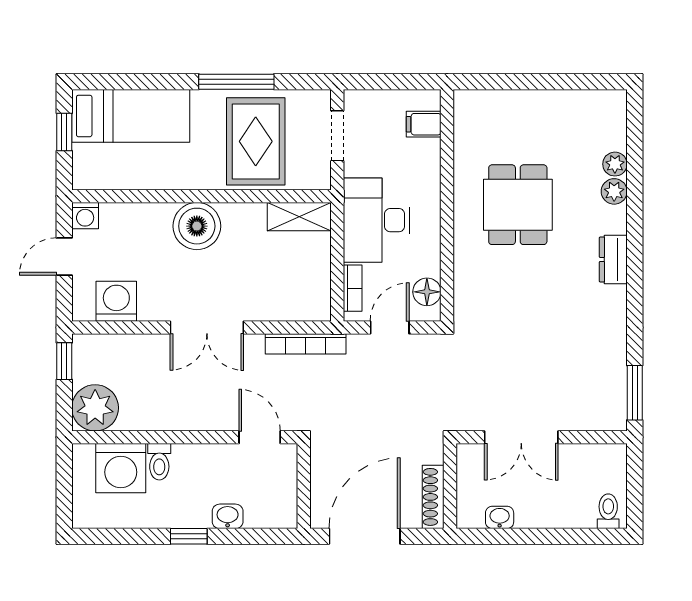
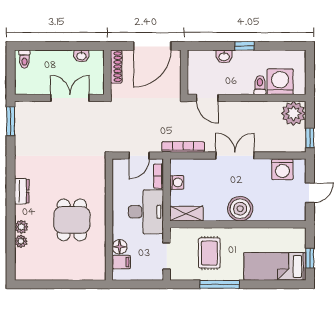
rug: (256, 141) -> (209, 253), width x0.73, depth x0.70
washing machine: (85, 216) -> (177, 182), moved, turned 90
floor lamp: (427, 292) -> (120, 247), moved

